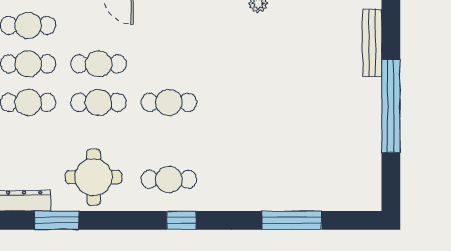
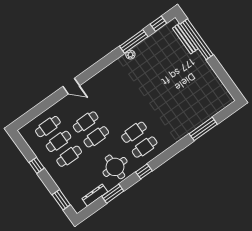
cafe table: (169, 102) -> (134, 132), moved
window: (391, 106) -> (197, 39), moved
window: (181, 220) -> (144, 171), moved

